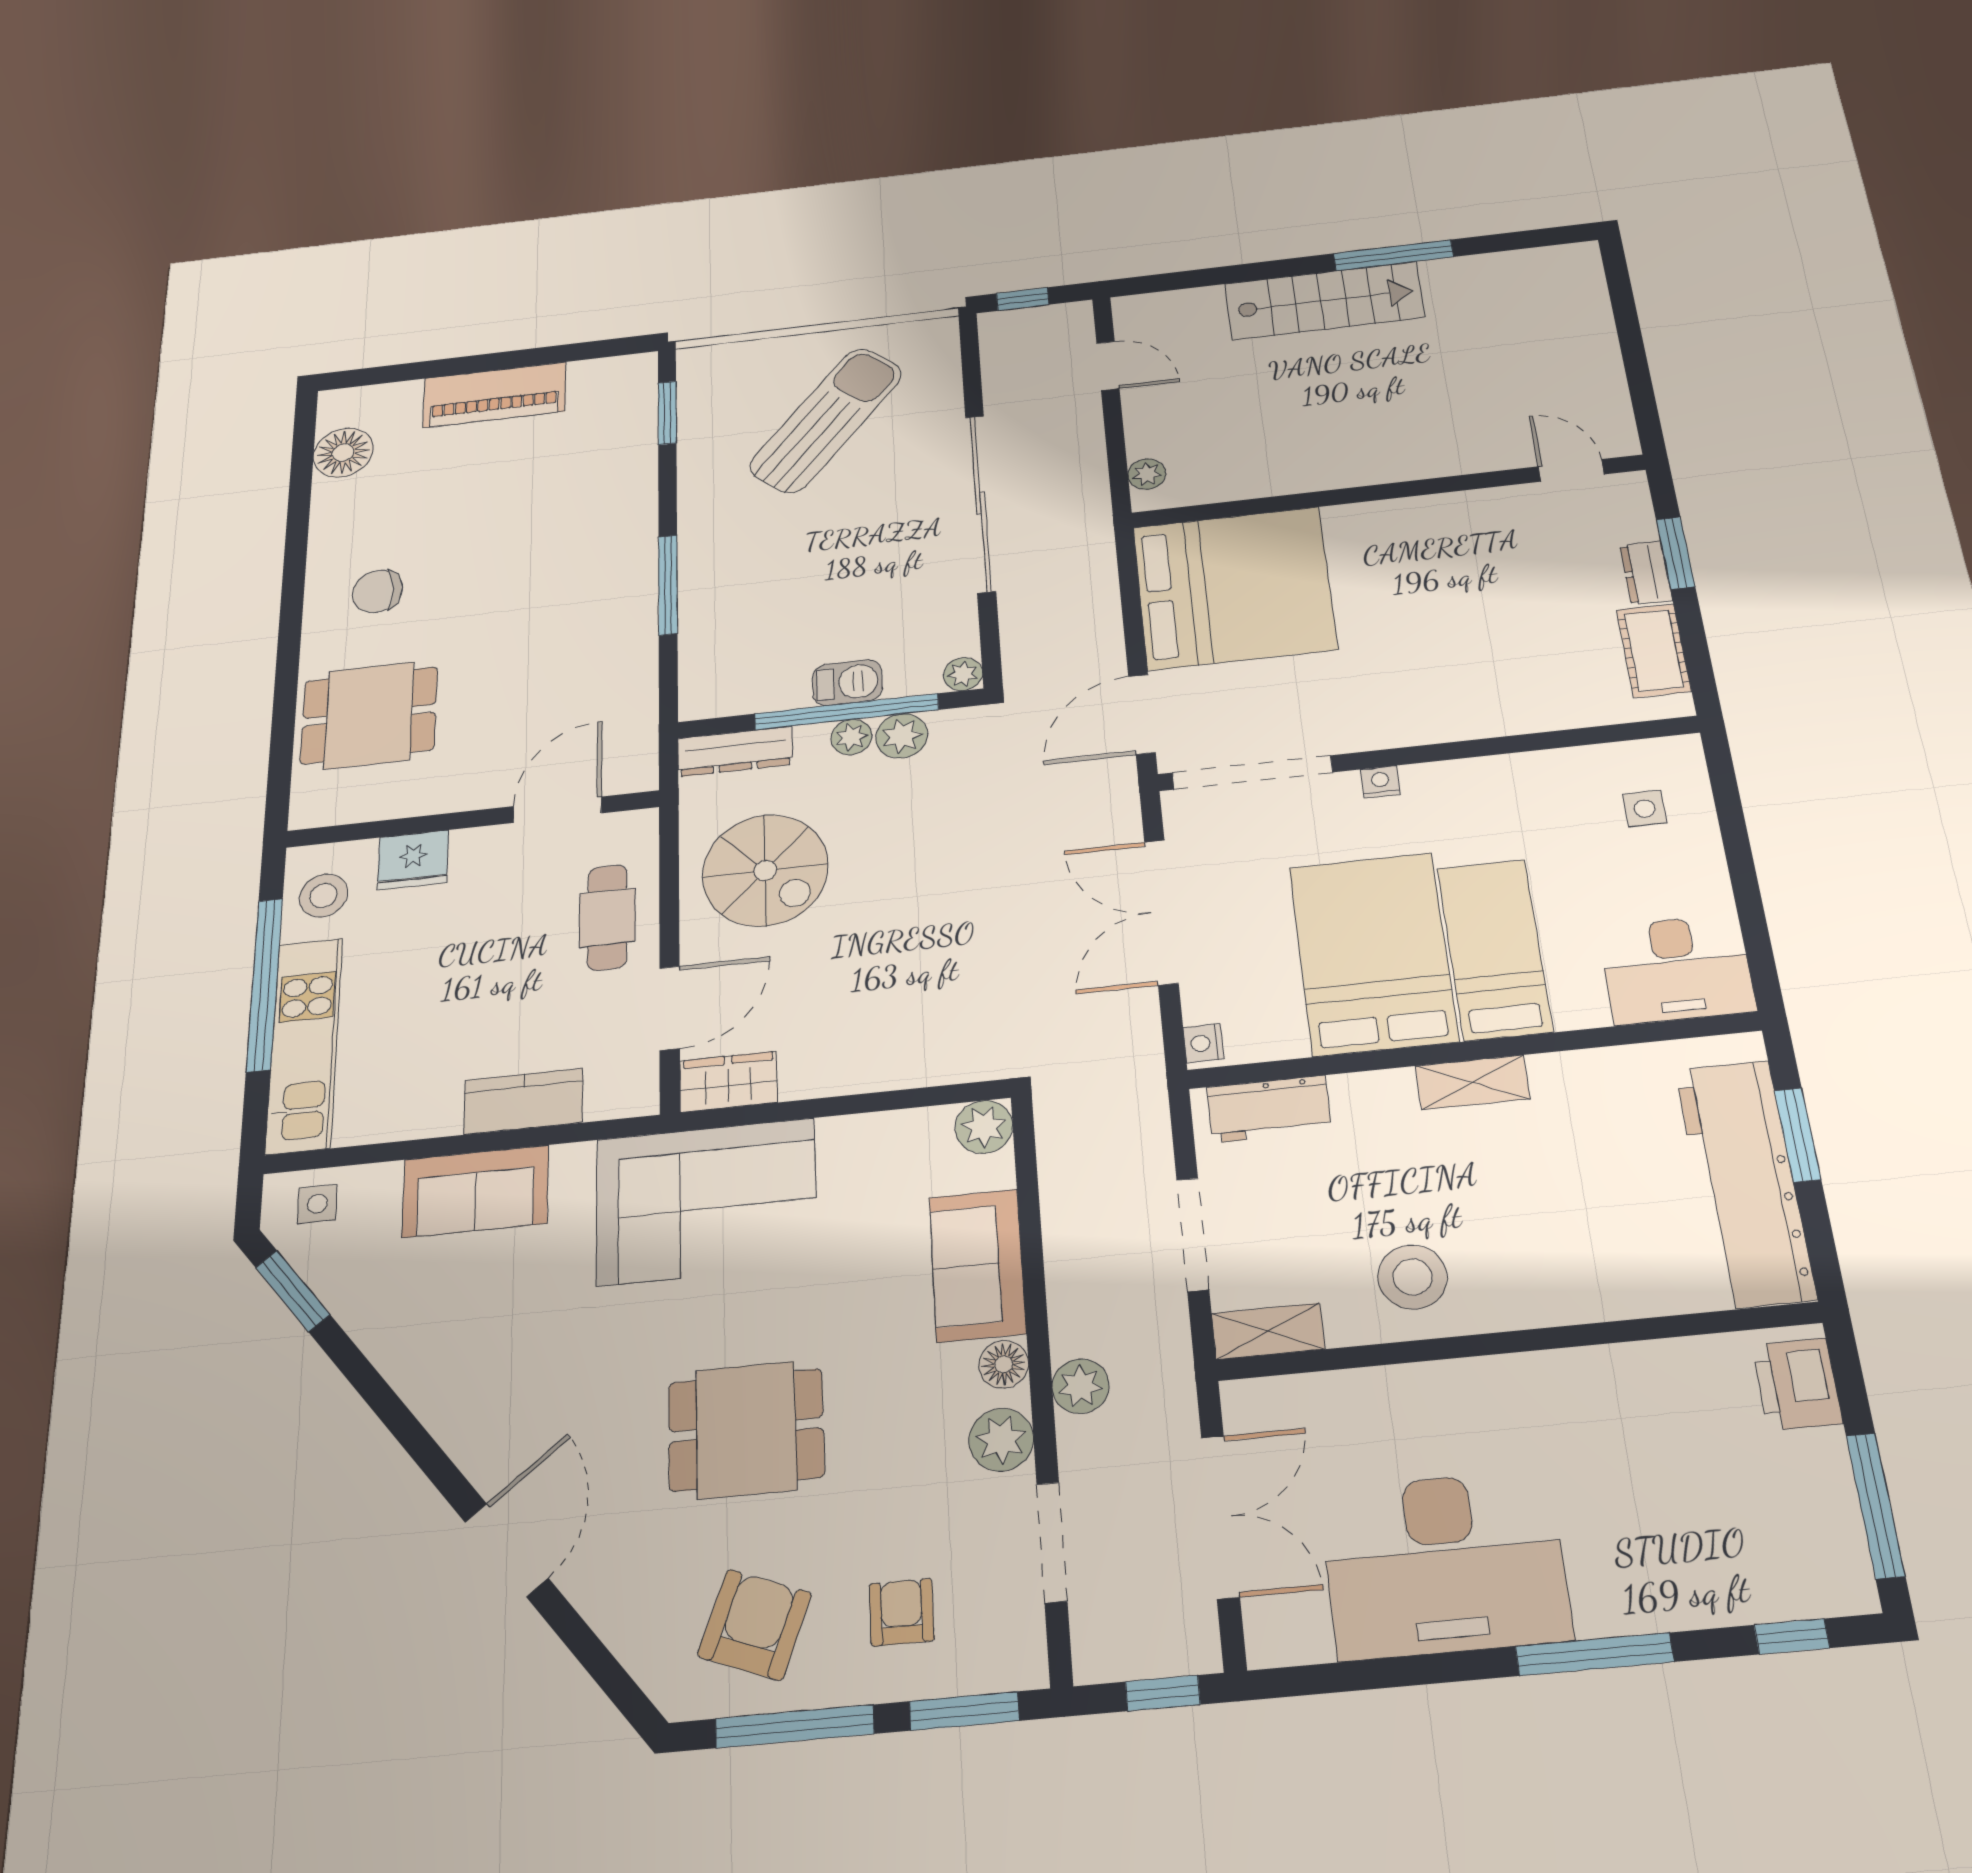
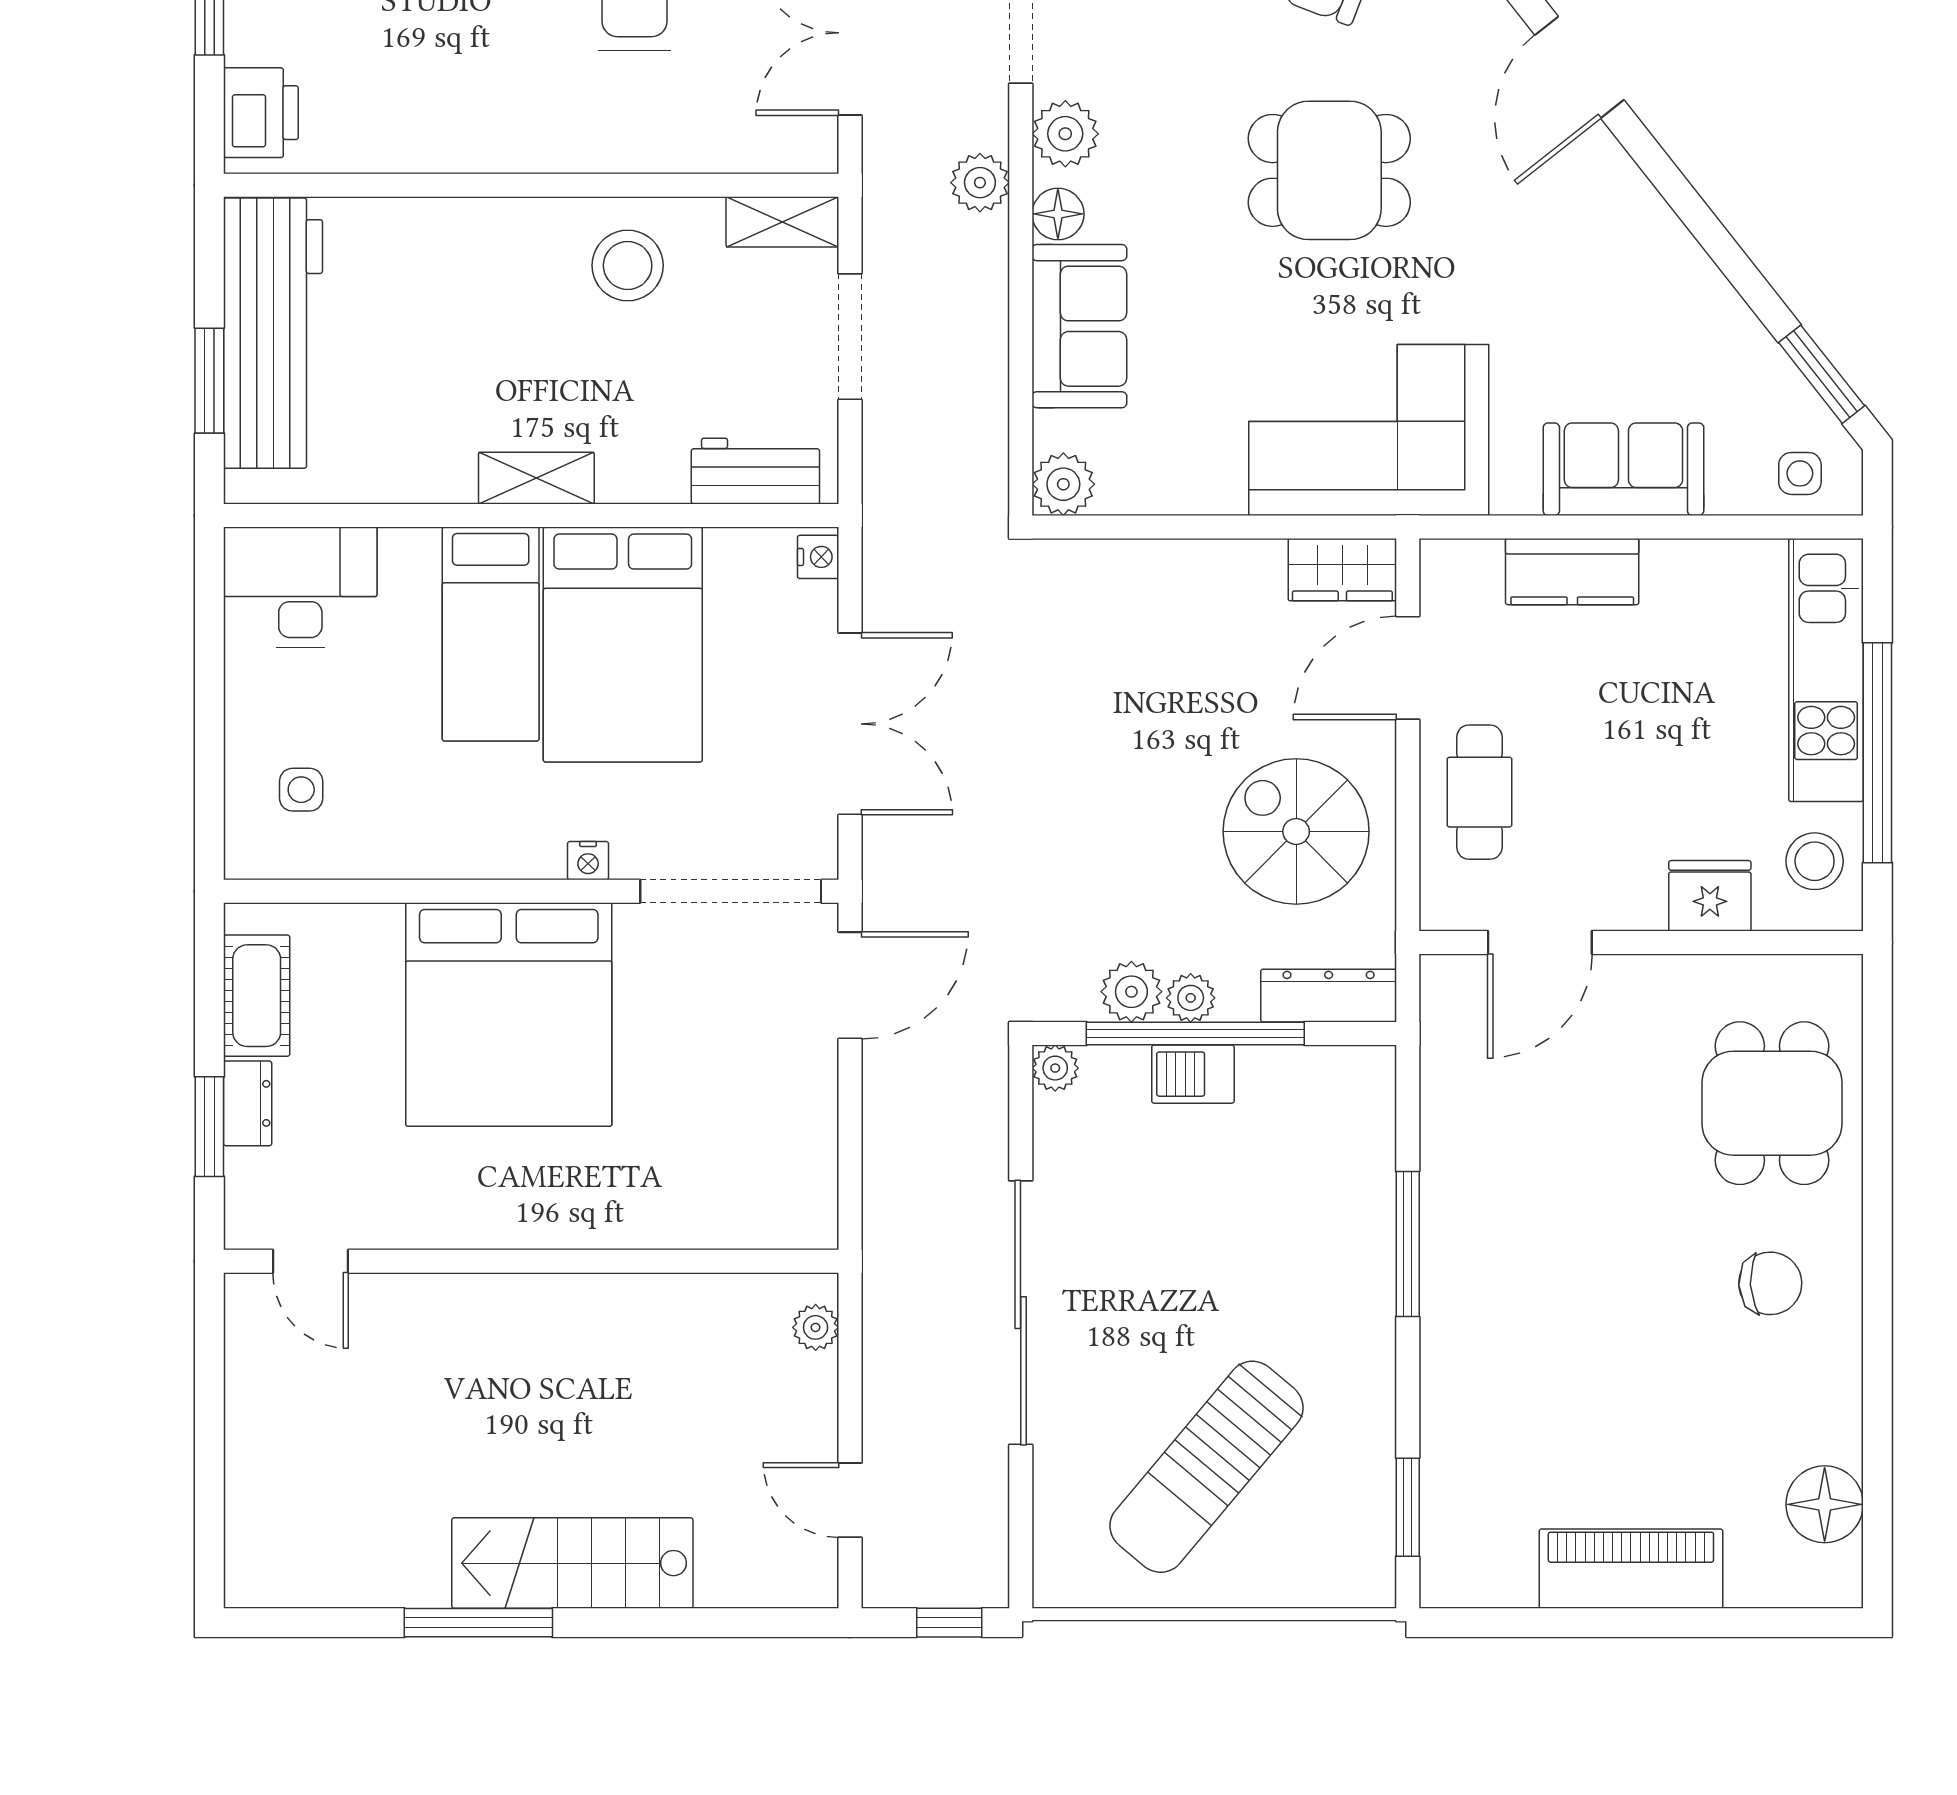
bed: (1234, 588) -> (509, 1014), moved, turned -90
dining table: (369, 715) -> (1772, 1103), turned 90

